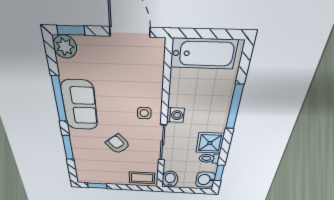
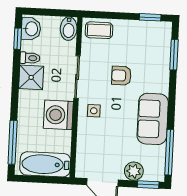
plant: (65, 47) -> (134, 171), moved
window: (59, 99) -> (169, 152), moved
window: (234, 107) -> (13, 142), moved
washing machine: (175, 115) -> (58, 115), width x1.89, depth x1.89
armchair: (118, 144) -> (121, 76), turned 130
window: (68, 147) -> (174, 55), moved

